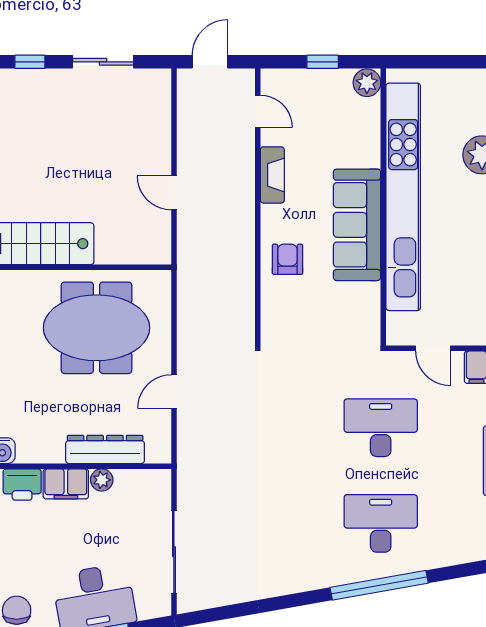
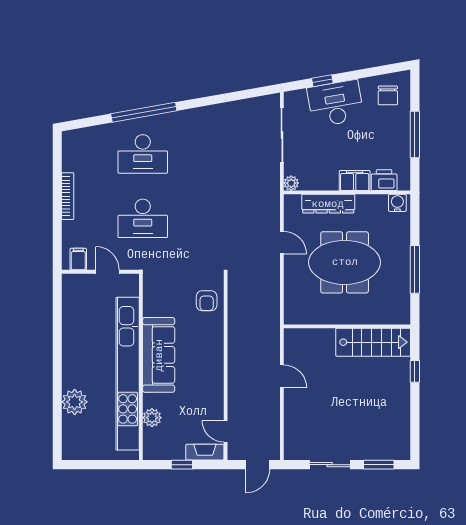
window: (30, 62) -> (379, 465), width x1.50
plant: (367, 83) -> (152, 418), moved
fireplace: (272, 175) -> (205, 452), moved, turned 90
armchair: (287, 259) -> (207, 301), moved
meeting table: (97, 328) -> (345, 262), moved
door: (174, 392) -> (282, 243), hinge flipped
plant: (102, 480) -> (291, 183), moved

